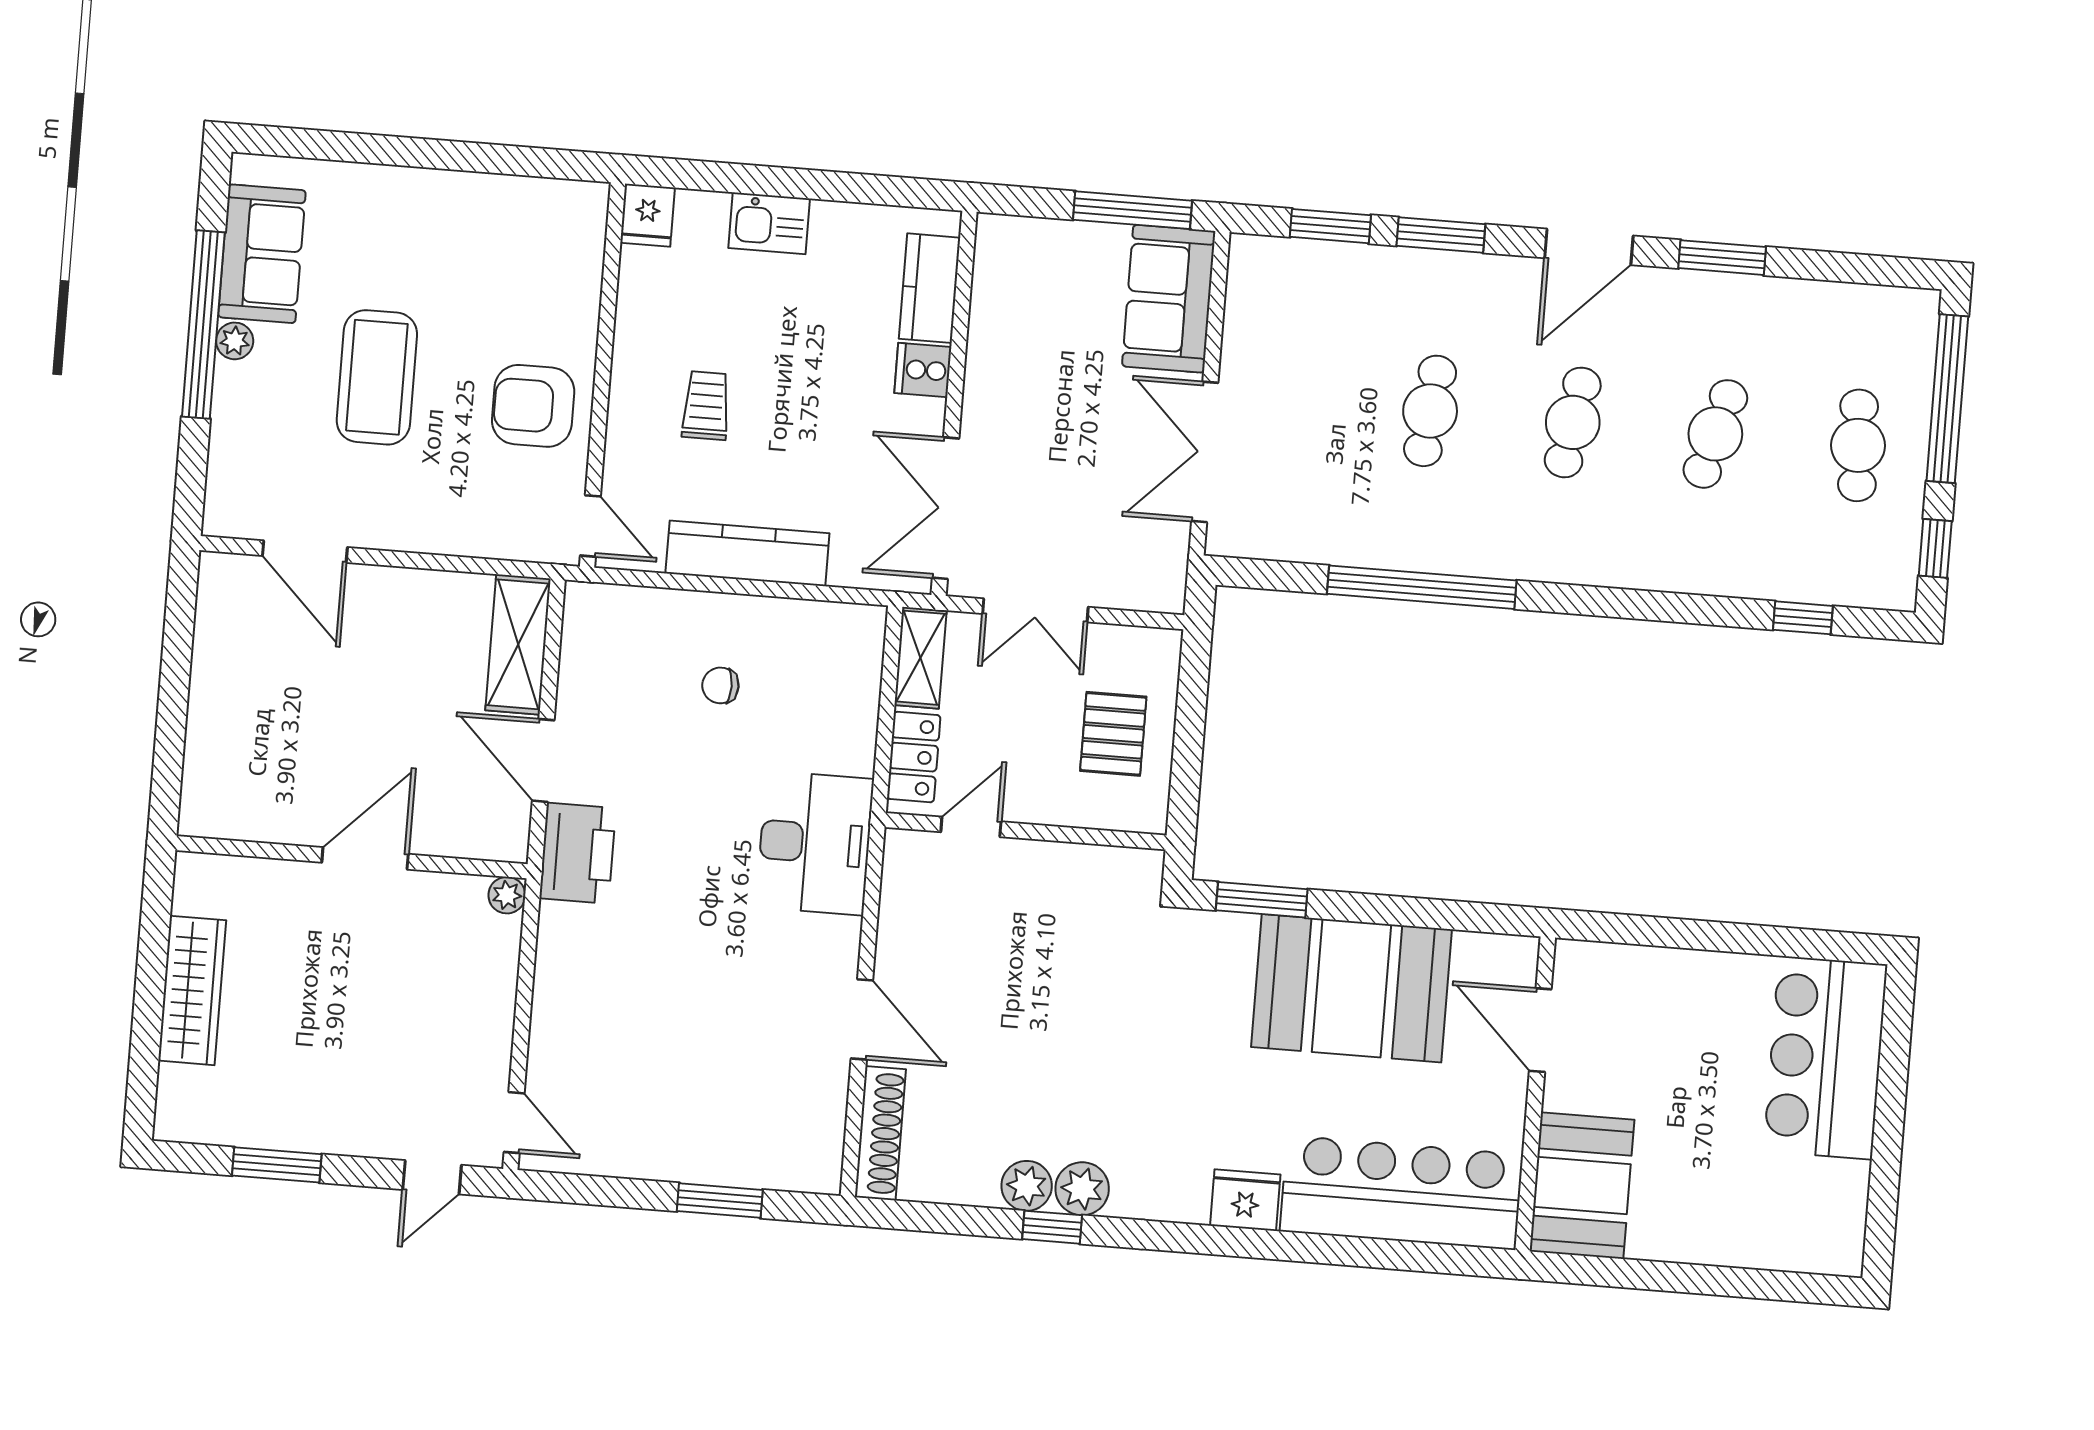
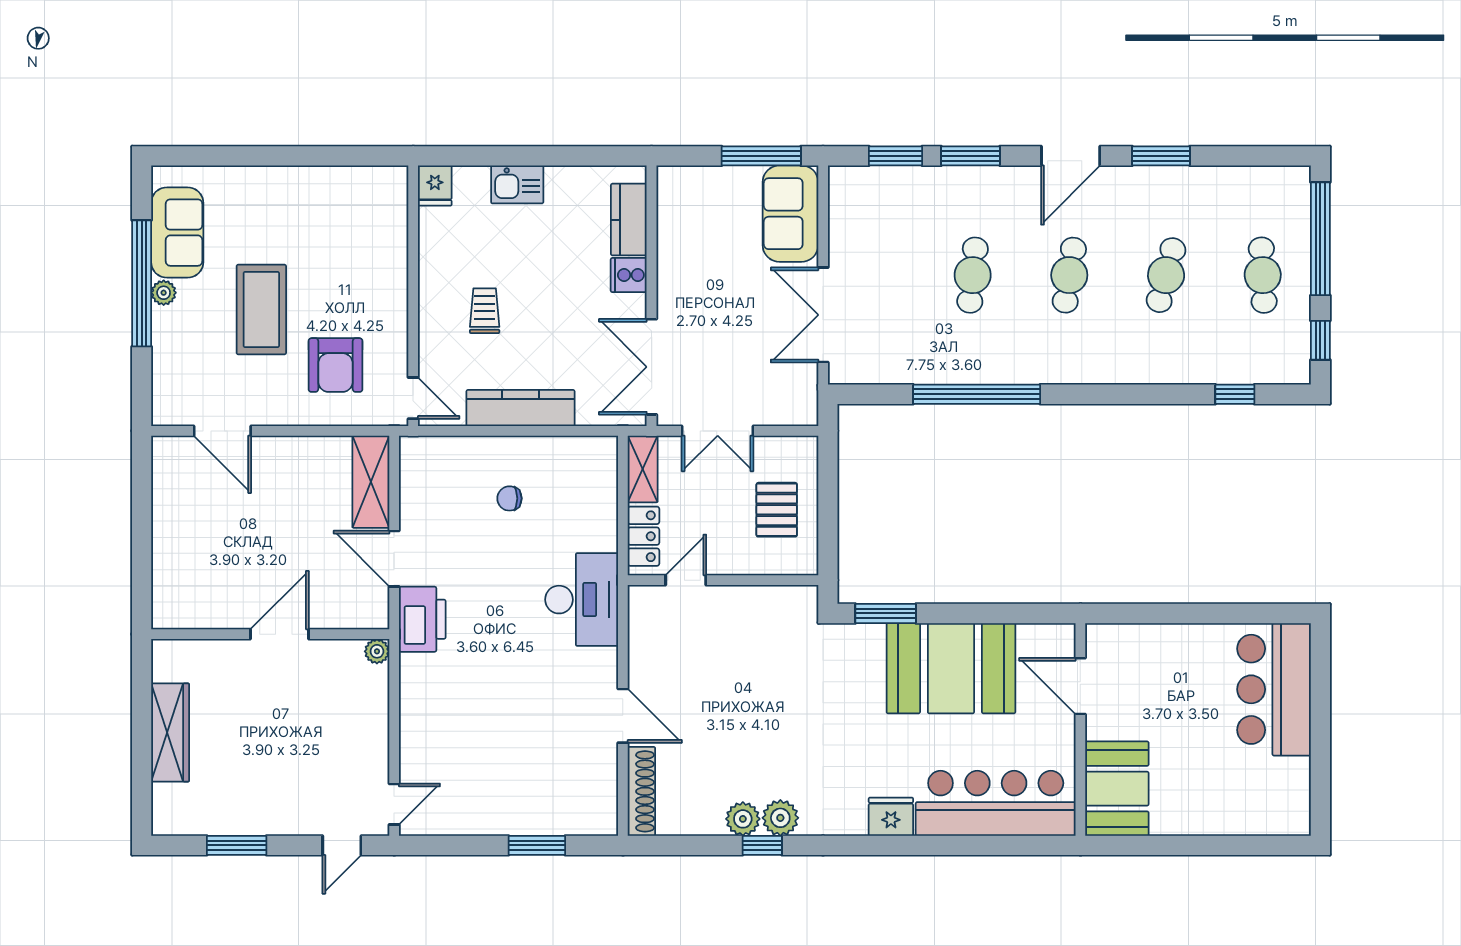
armchair: (533, 406) -> (335, 365), moved, turned -90
door: (514, 1123) -> (394, 804), hinge flipped

